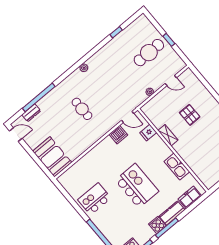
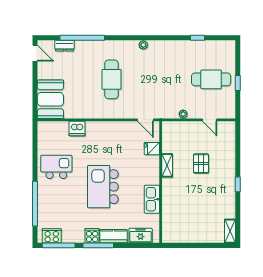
cafe table: (82, 109) -> (112, 79), width x1.37, depth x1.35
dishwasher: (118, 135) -> (77, 128), moved
kitchen island: (137, 186) -> (103, 187), turned 180

